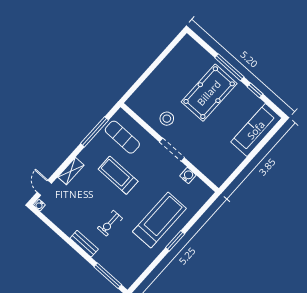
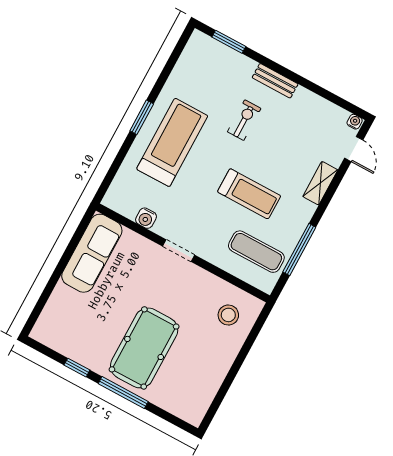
stool: (167, 119) -> (228, 315), moved
sofa: (256, 130) -> (92, 253), moved
doorway: (172, 150) -> (179, 251), width x0.73
treadmill: (159, 220) -> (172, 142), turned 180
window: (108, 276) -> (229, 42), width x0.69

